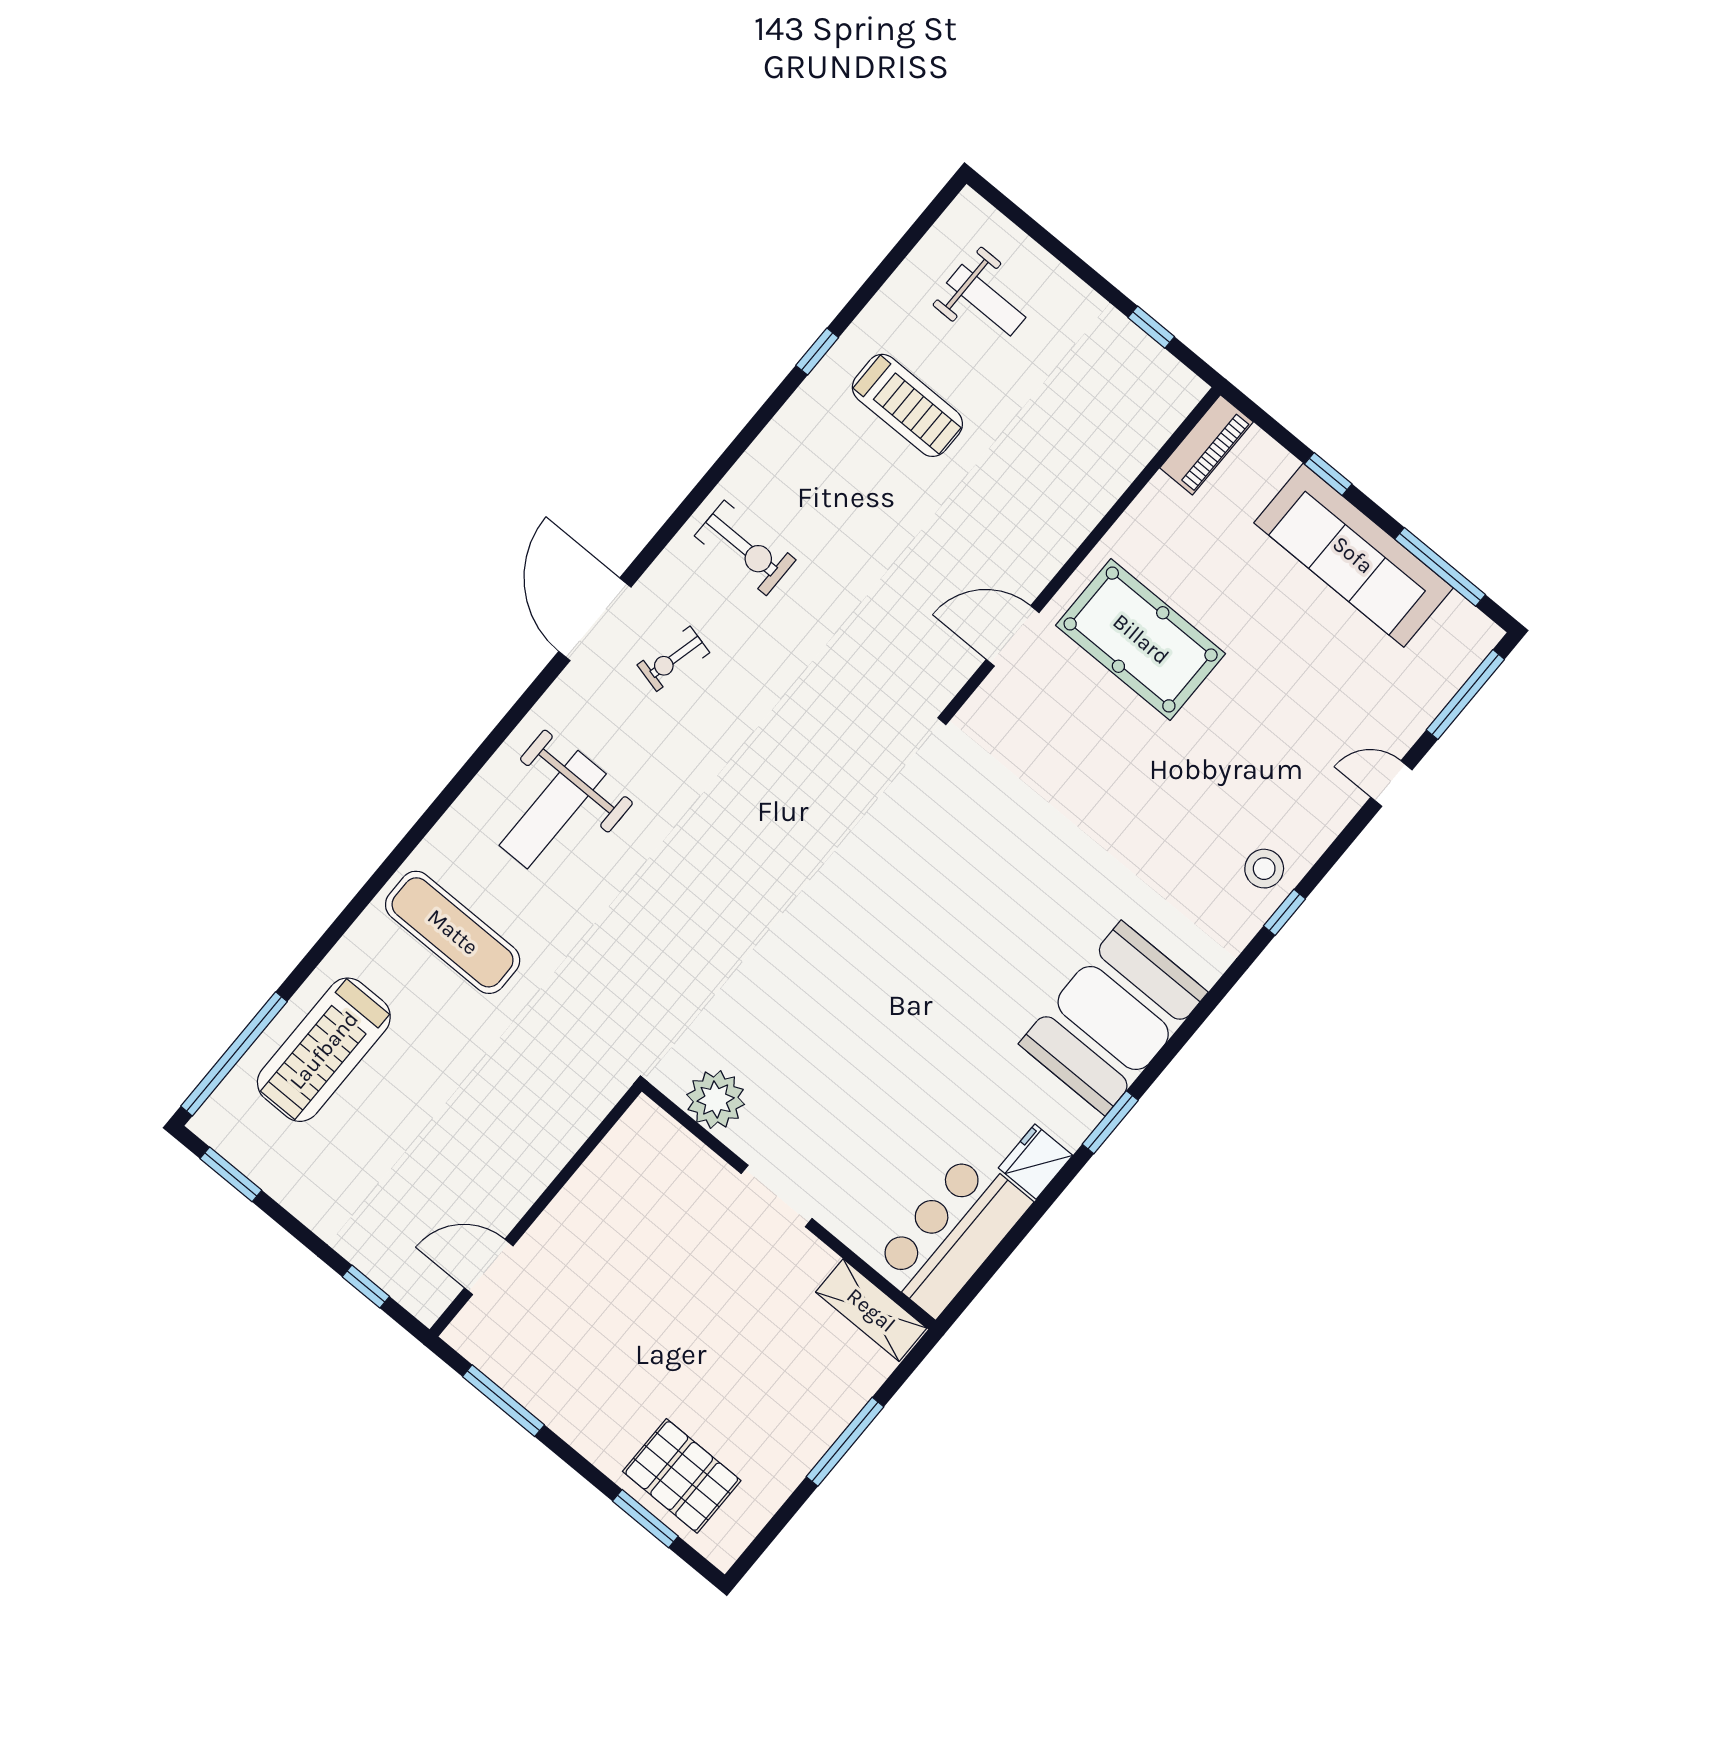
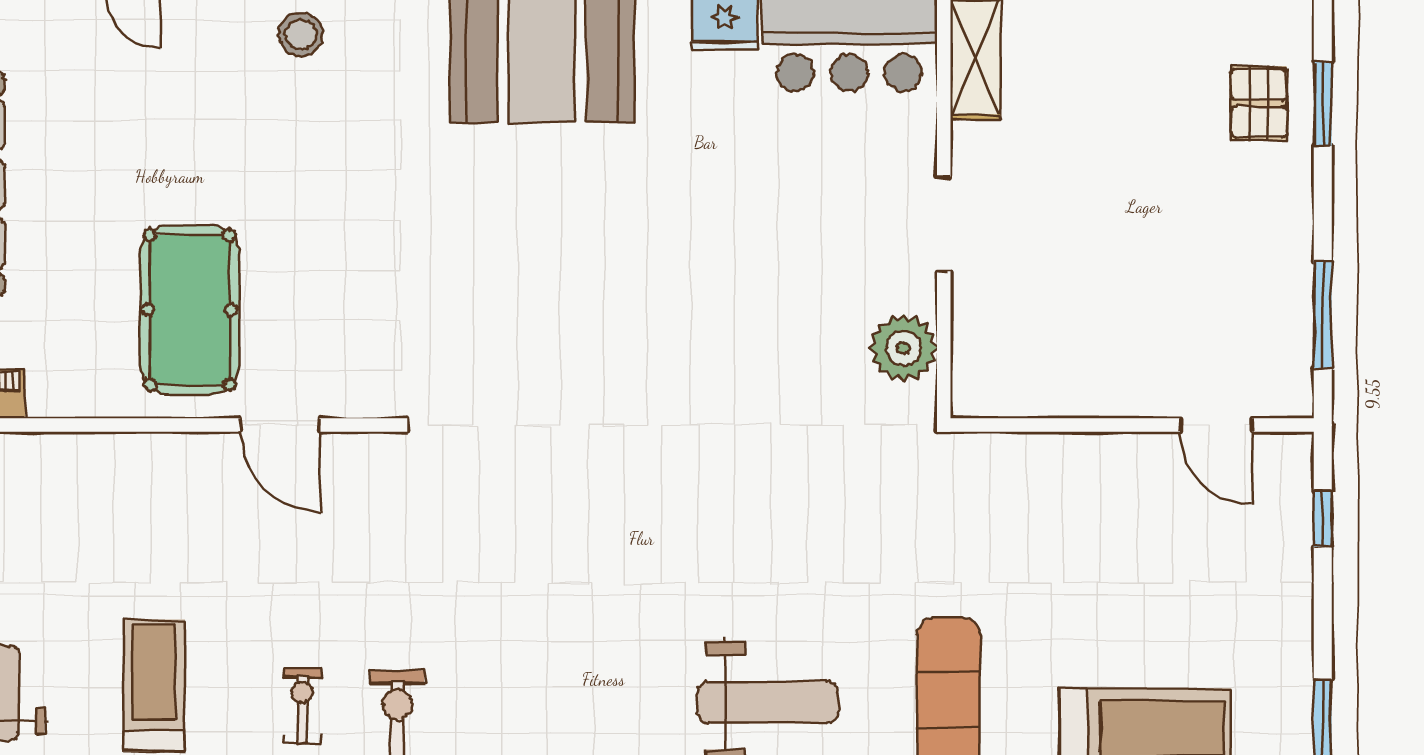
exercise bike: (673, 659) -> (302, 706), moved, turned -104
pallet: (682, 1476) -> (1259, 103), width x0.67, depth x0.71

